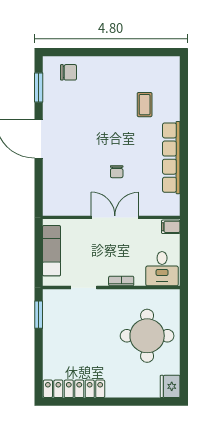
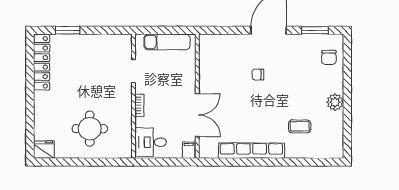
plant: (118, 66) -> (335, 102), added
chair: (117, 172) -> (258, 75), moved
double door: (115, 217) -> (197, 115), moved
window: (39, 315) -> (68, 30), moved
round table: (147, 336) -> (90, 129), width x0.73, depth x0.73

